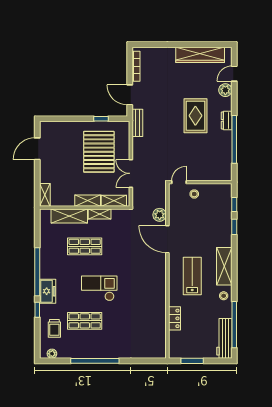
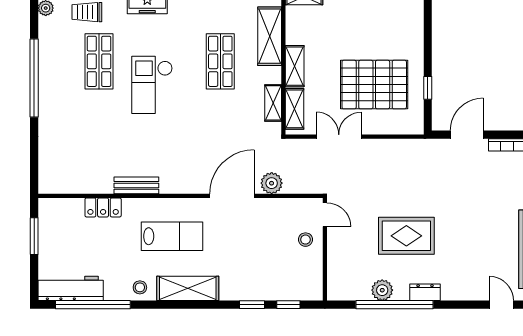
plant: (225, 90) -> (382, 290), moved
rug: (195, 116) -> (406, 236), moved
bench: (137, 123) -> (136, 185), moved
shelving: (100, 214) -> (273, 103), moved
checkout: (99, 288) -> (152, 85), turned 180

